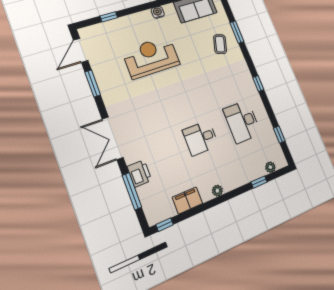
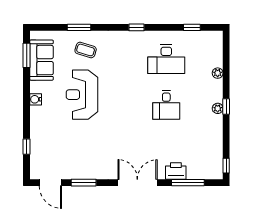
reception desk: (151, 57) -> (82, 95), moved
double door: (113, 138) -> (137, 183), swing flipped
plant: (270, 167) -> (218, 73), moved
window: (259, 182) -> (226, 106), moved
filing cabinet: (187, 200) -> (215, 138), removed

